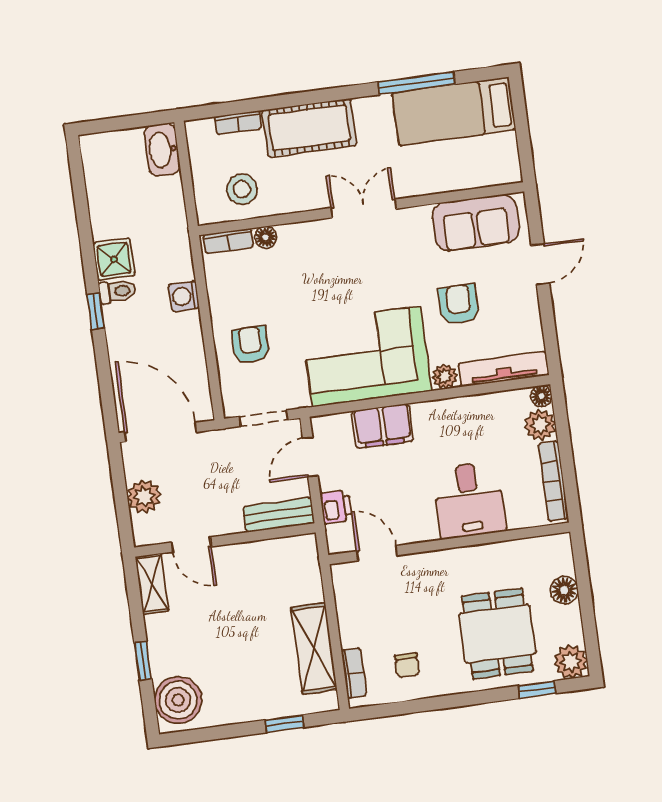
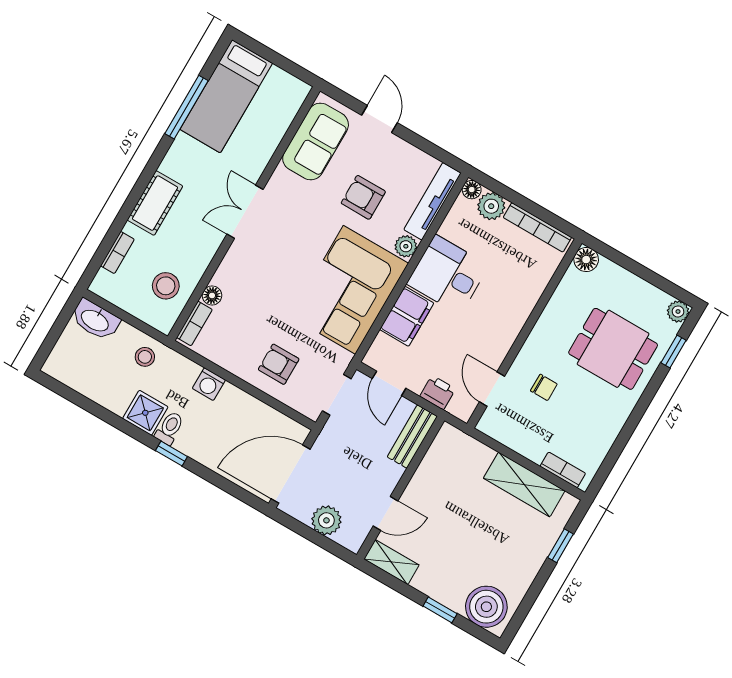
cot: (309, 128) -> (155, 203), width x0.73, depth x0.75
stool: (164, 220) -> (145, 357), added
desk: (469, 500) -> (448, 275), moved, turned 180
door: (377, 553) -> (492, 389), hinge flipped
floor lamp: (564, 590) -> (586, 260), moved
plant: (571, 662) -> (678, 311), width x0.73, depth x0.73
chair: (407, 665) -> (544, 387), moved

